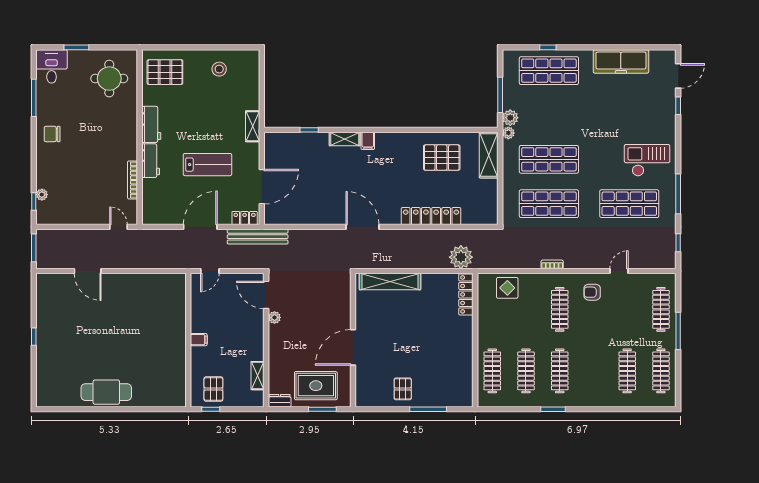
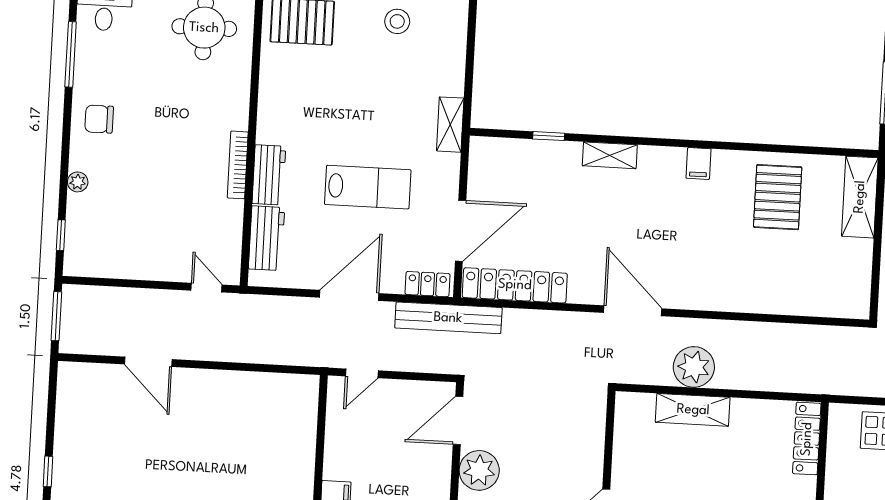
workbench: (151, 124) -> (266, 238), moved
filing cabinet: (368, 141) -> (698, 164), moved
pallet: (442, 158) -> (778, 197), turned 90
bookcase: (133, 180) -> (238, 165), moved
plant: (42, 195) -> (78, 182), moved
locker: (431, 216) -> (515, 285), moved
plant: (461, 257) -> (694, 367), moved
shelving: (390, 282) -> (693, 410), width x0.68
door: (266, 295) -> (458, 420), hinge flipped
plant: (274, 317) -> (479, 470), width x1.88, depth x1.88

